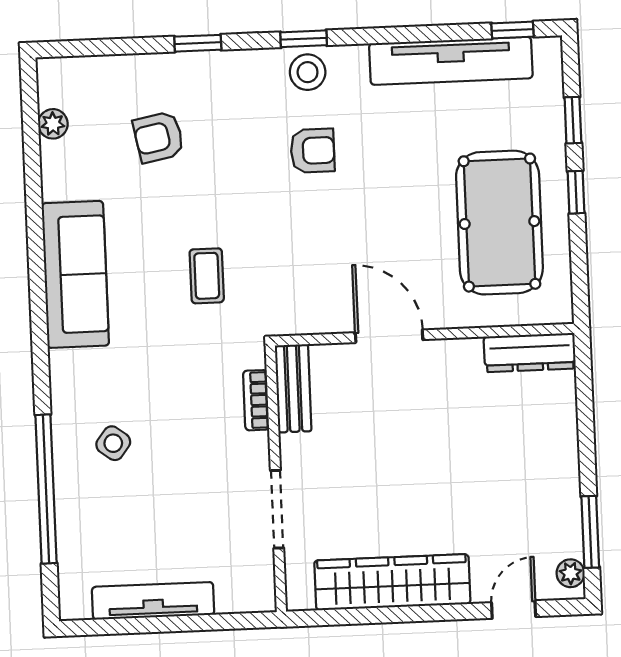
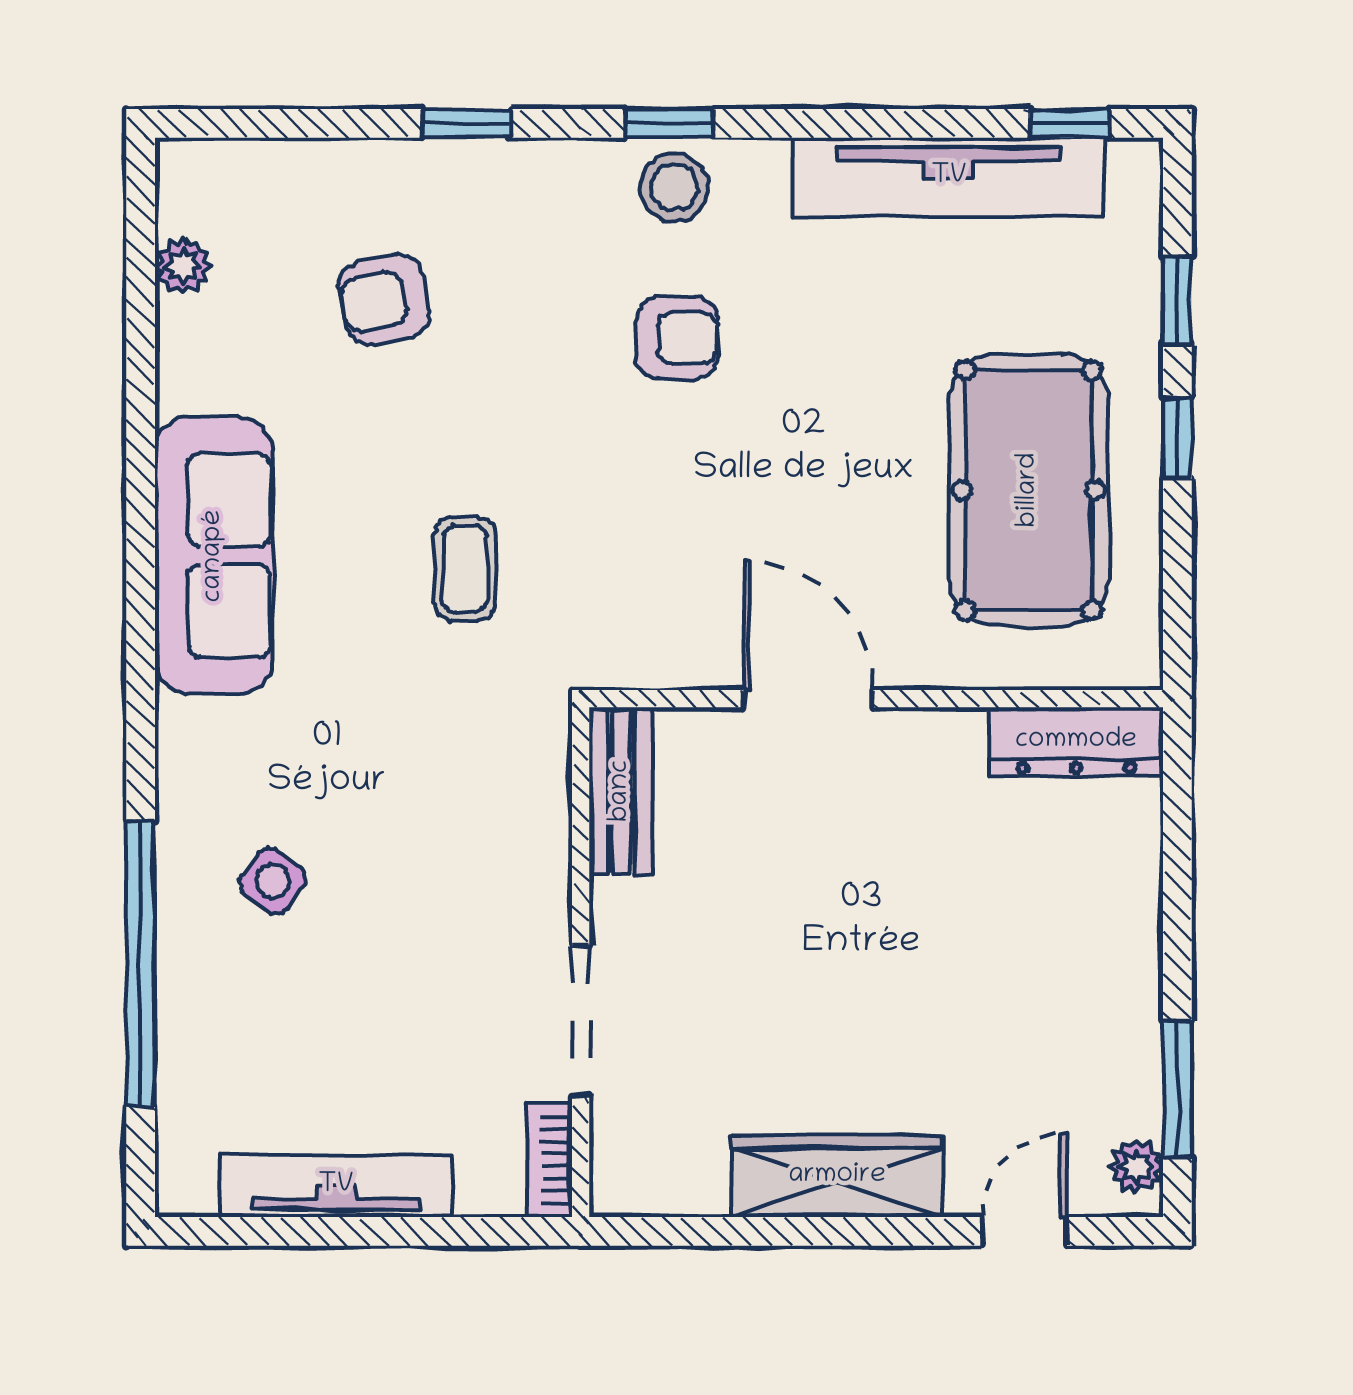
bookcase: (256, 400) -> (549, 1160), moved
wardrobe: (392, 582) -> (837, 1176), width x0.71, depth x0.85

